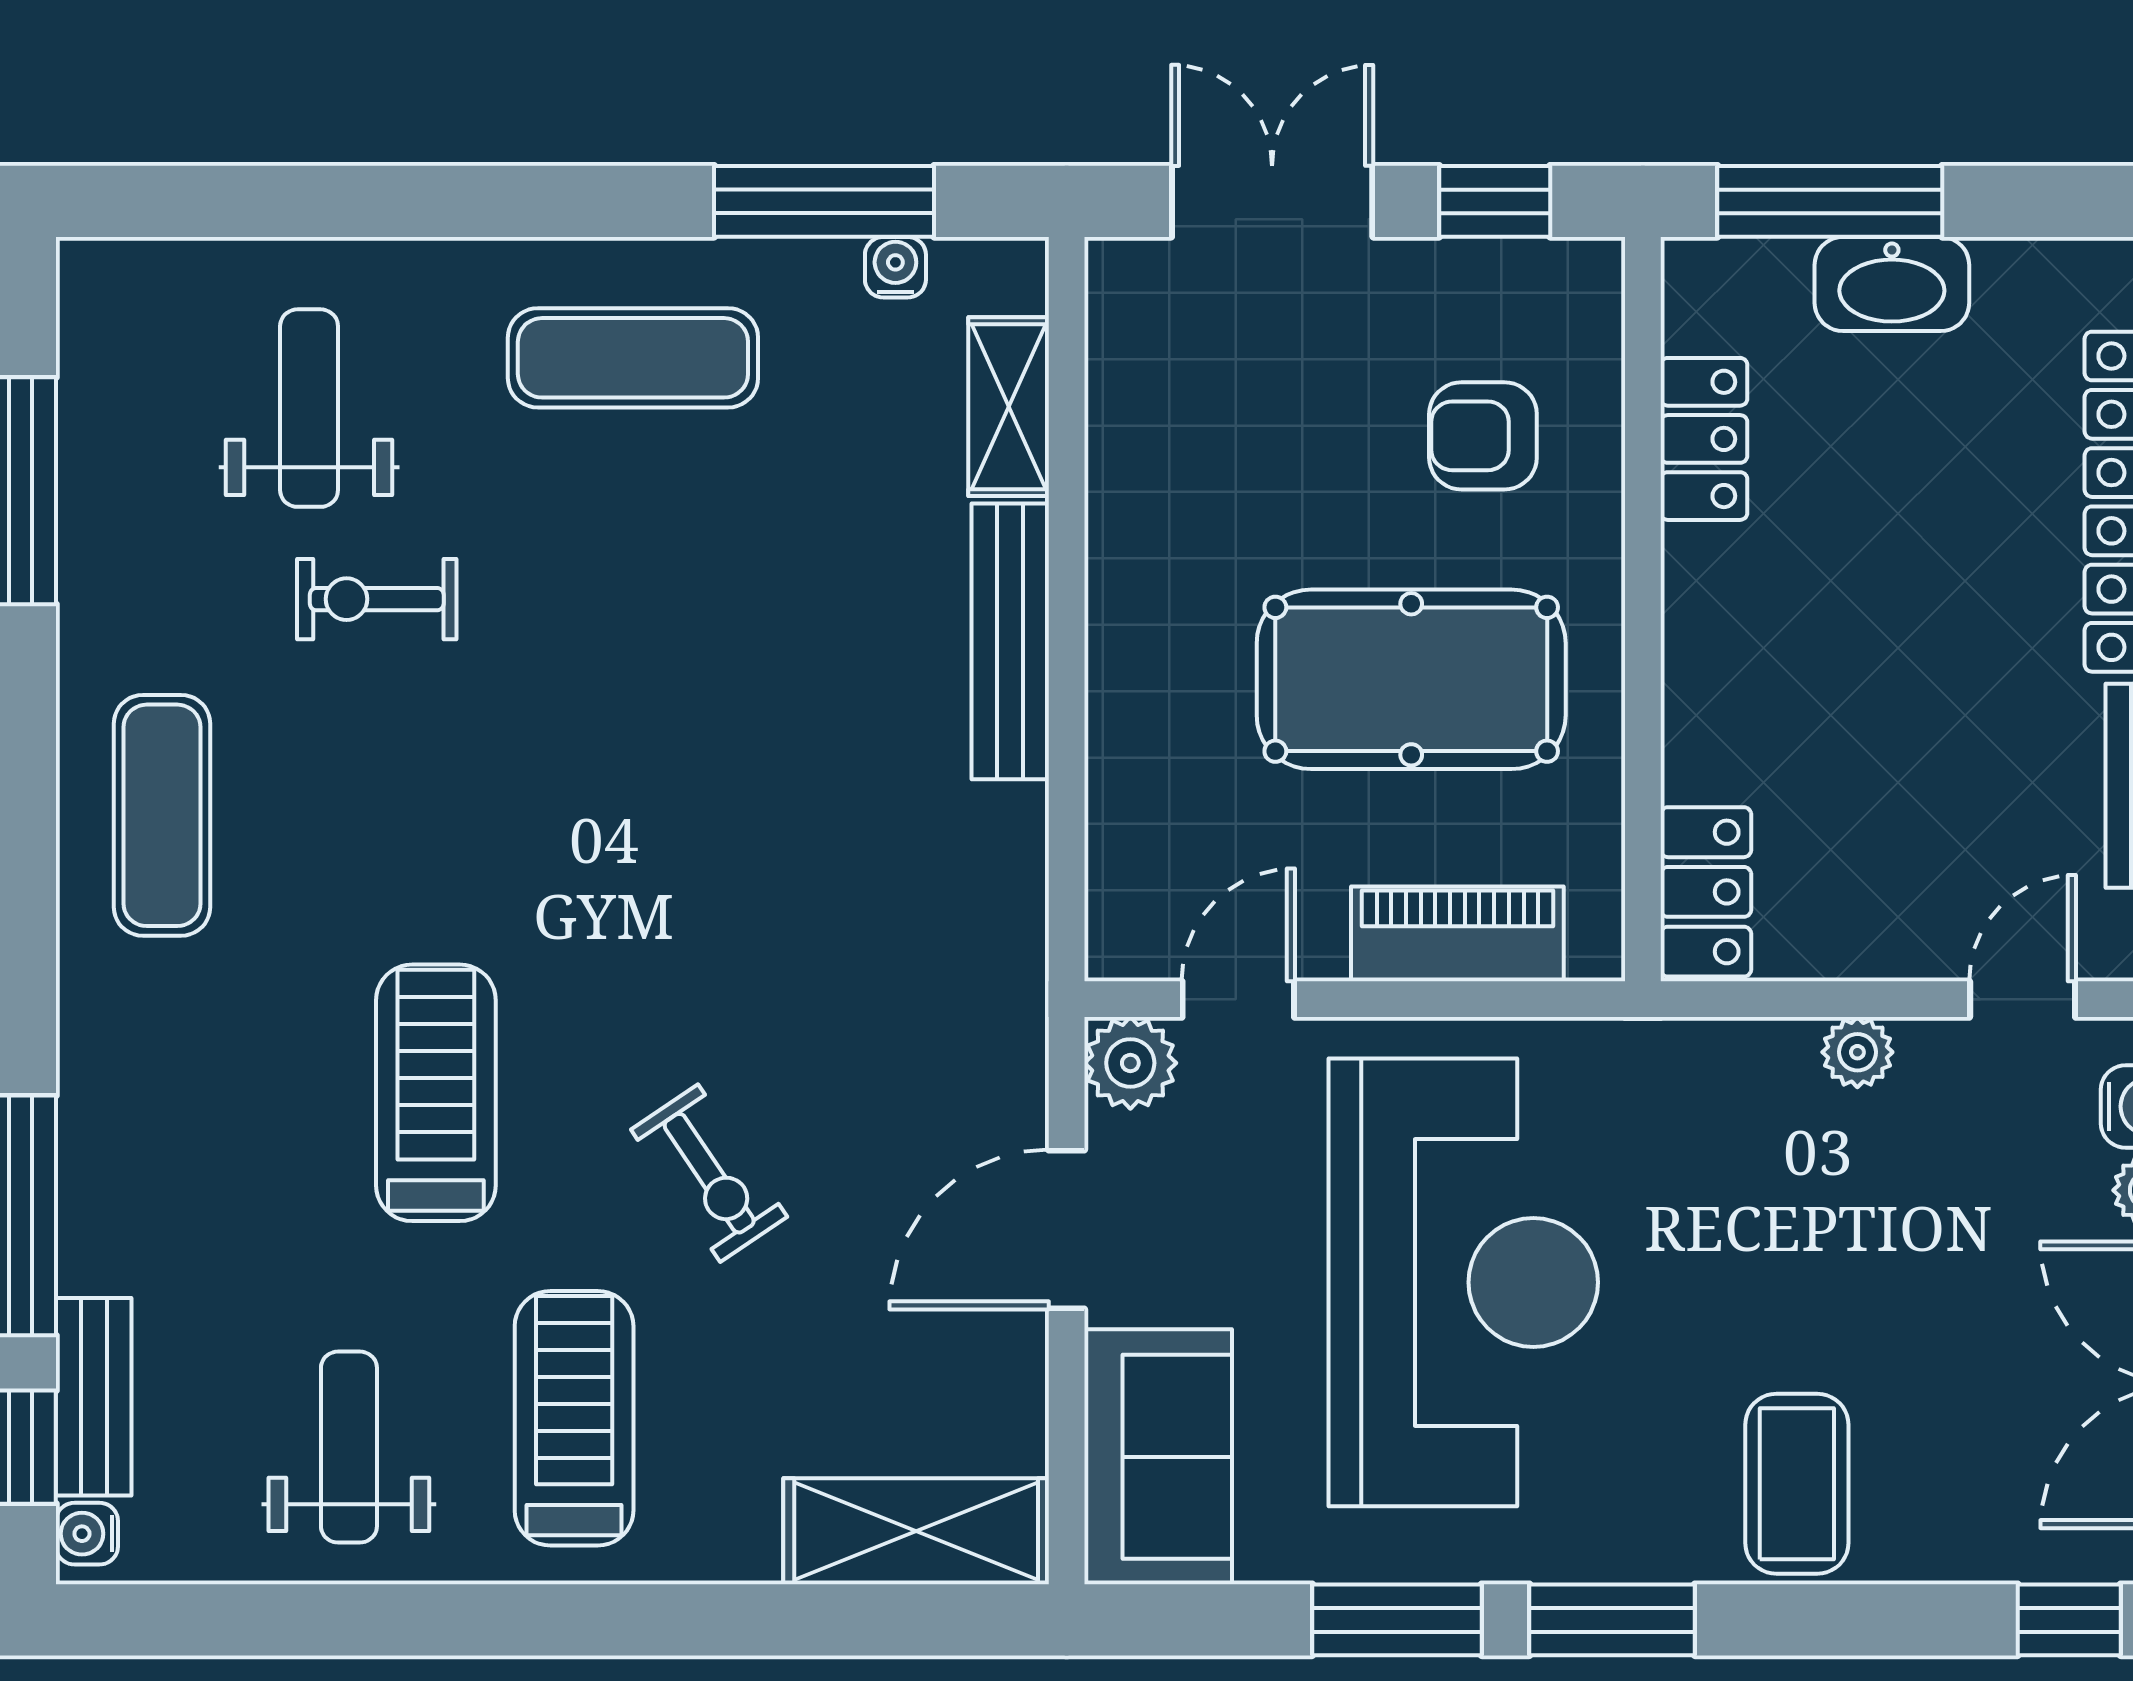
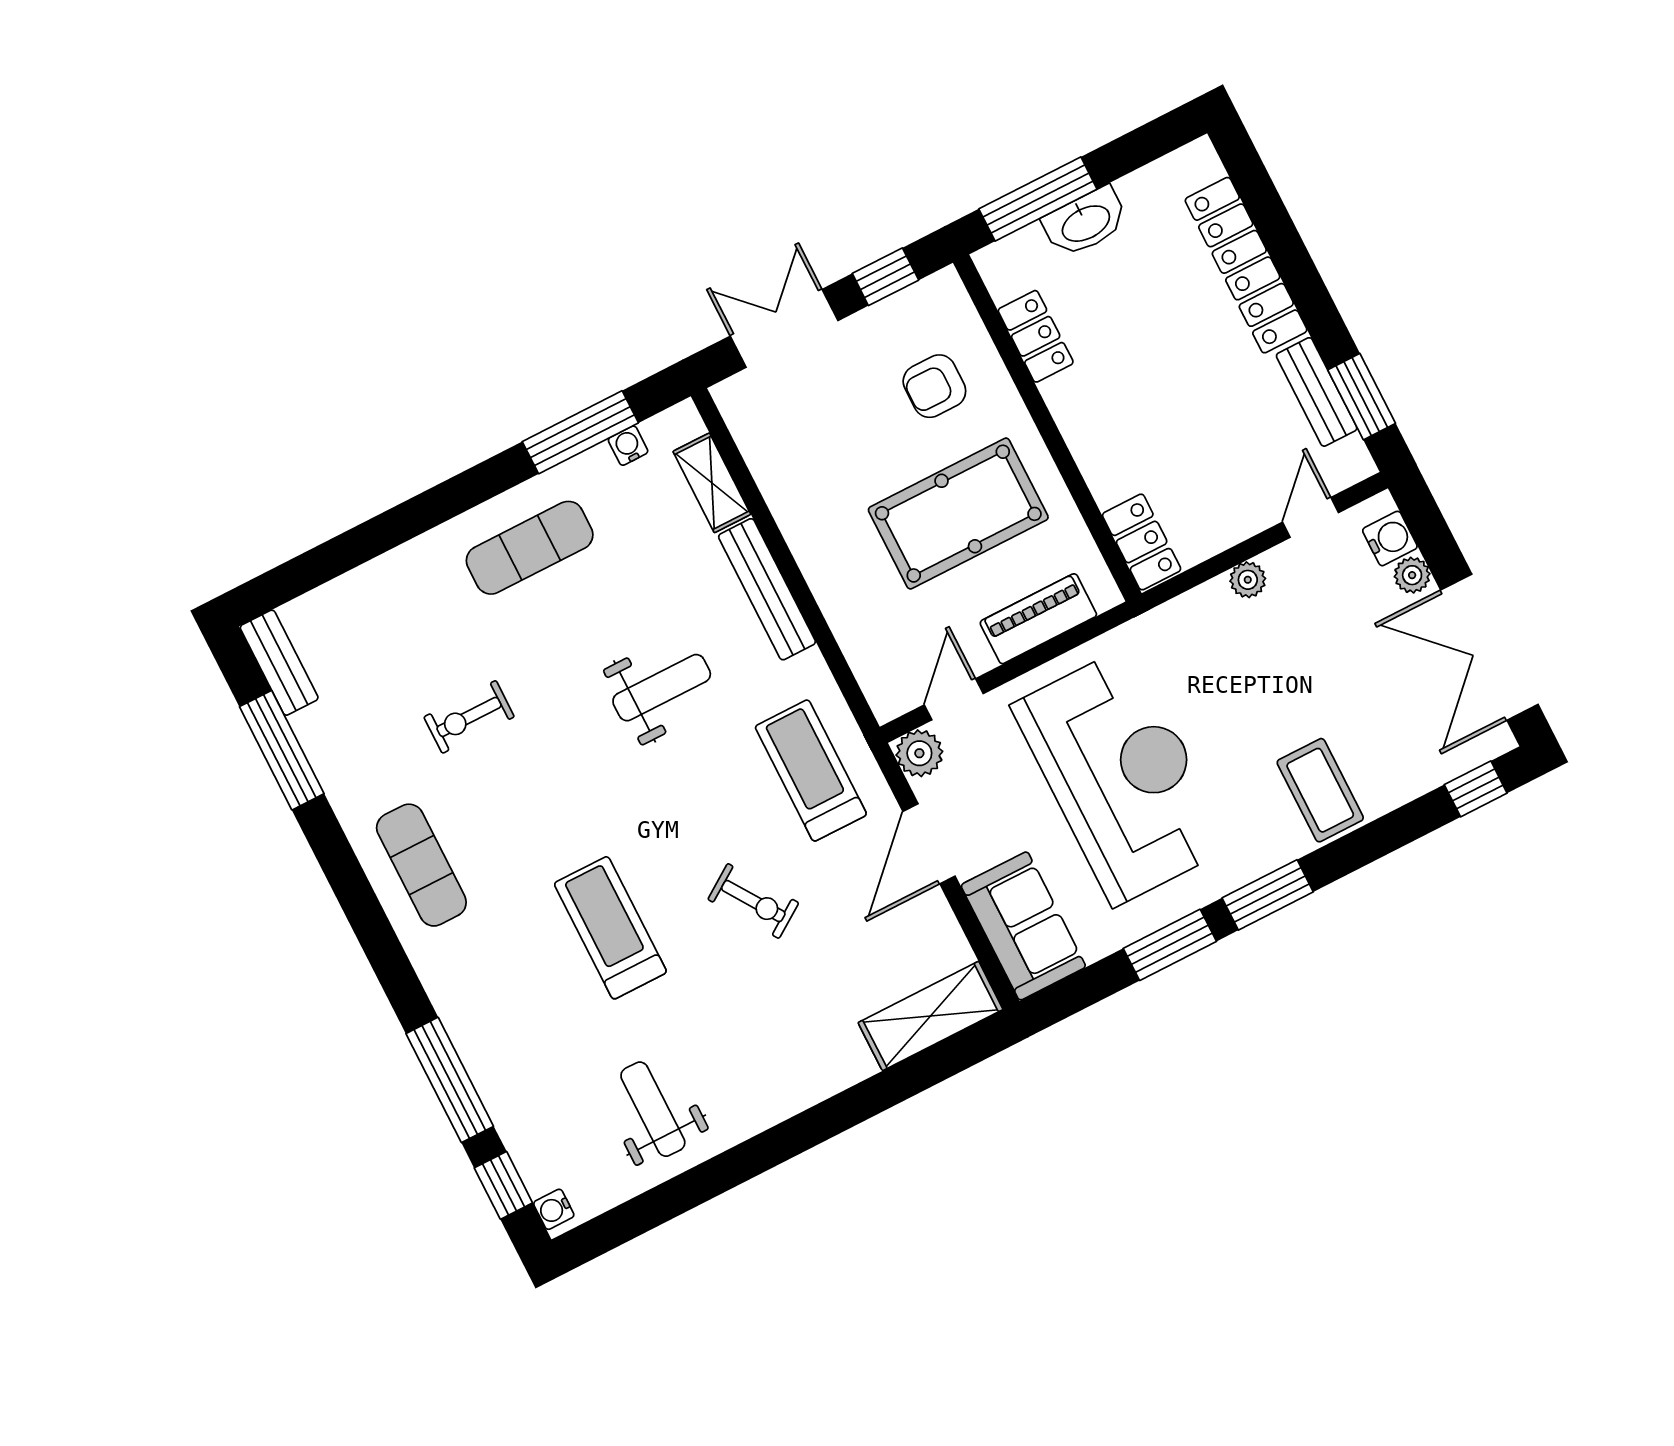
weight bench: (309, 408) -> (662, 688), moved, turned 90
bench: (94, 1397) -> (279, 663), moved
treadmill: (574, 1418) -> (811, 771), moved

